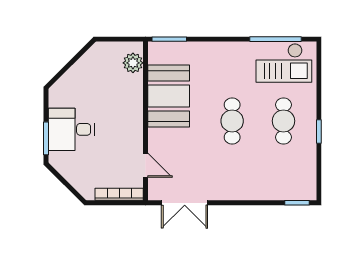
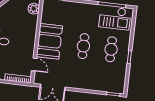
booth: (169, 96) -> (49, 41), moved

